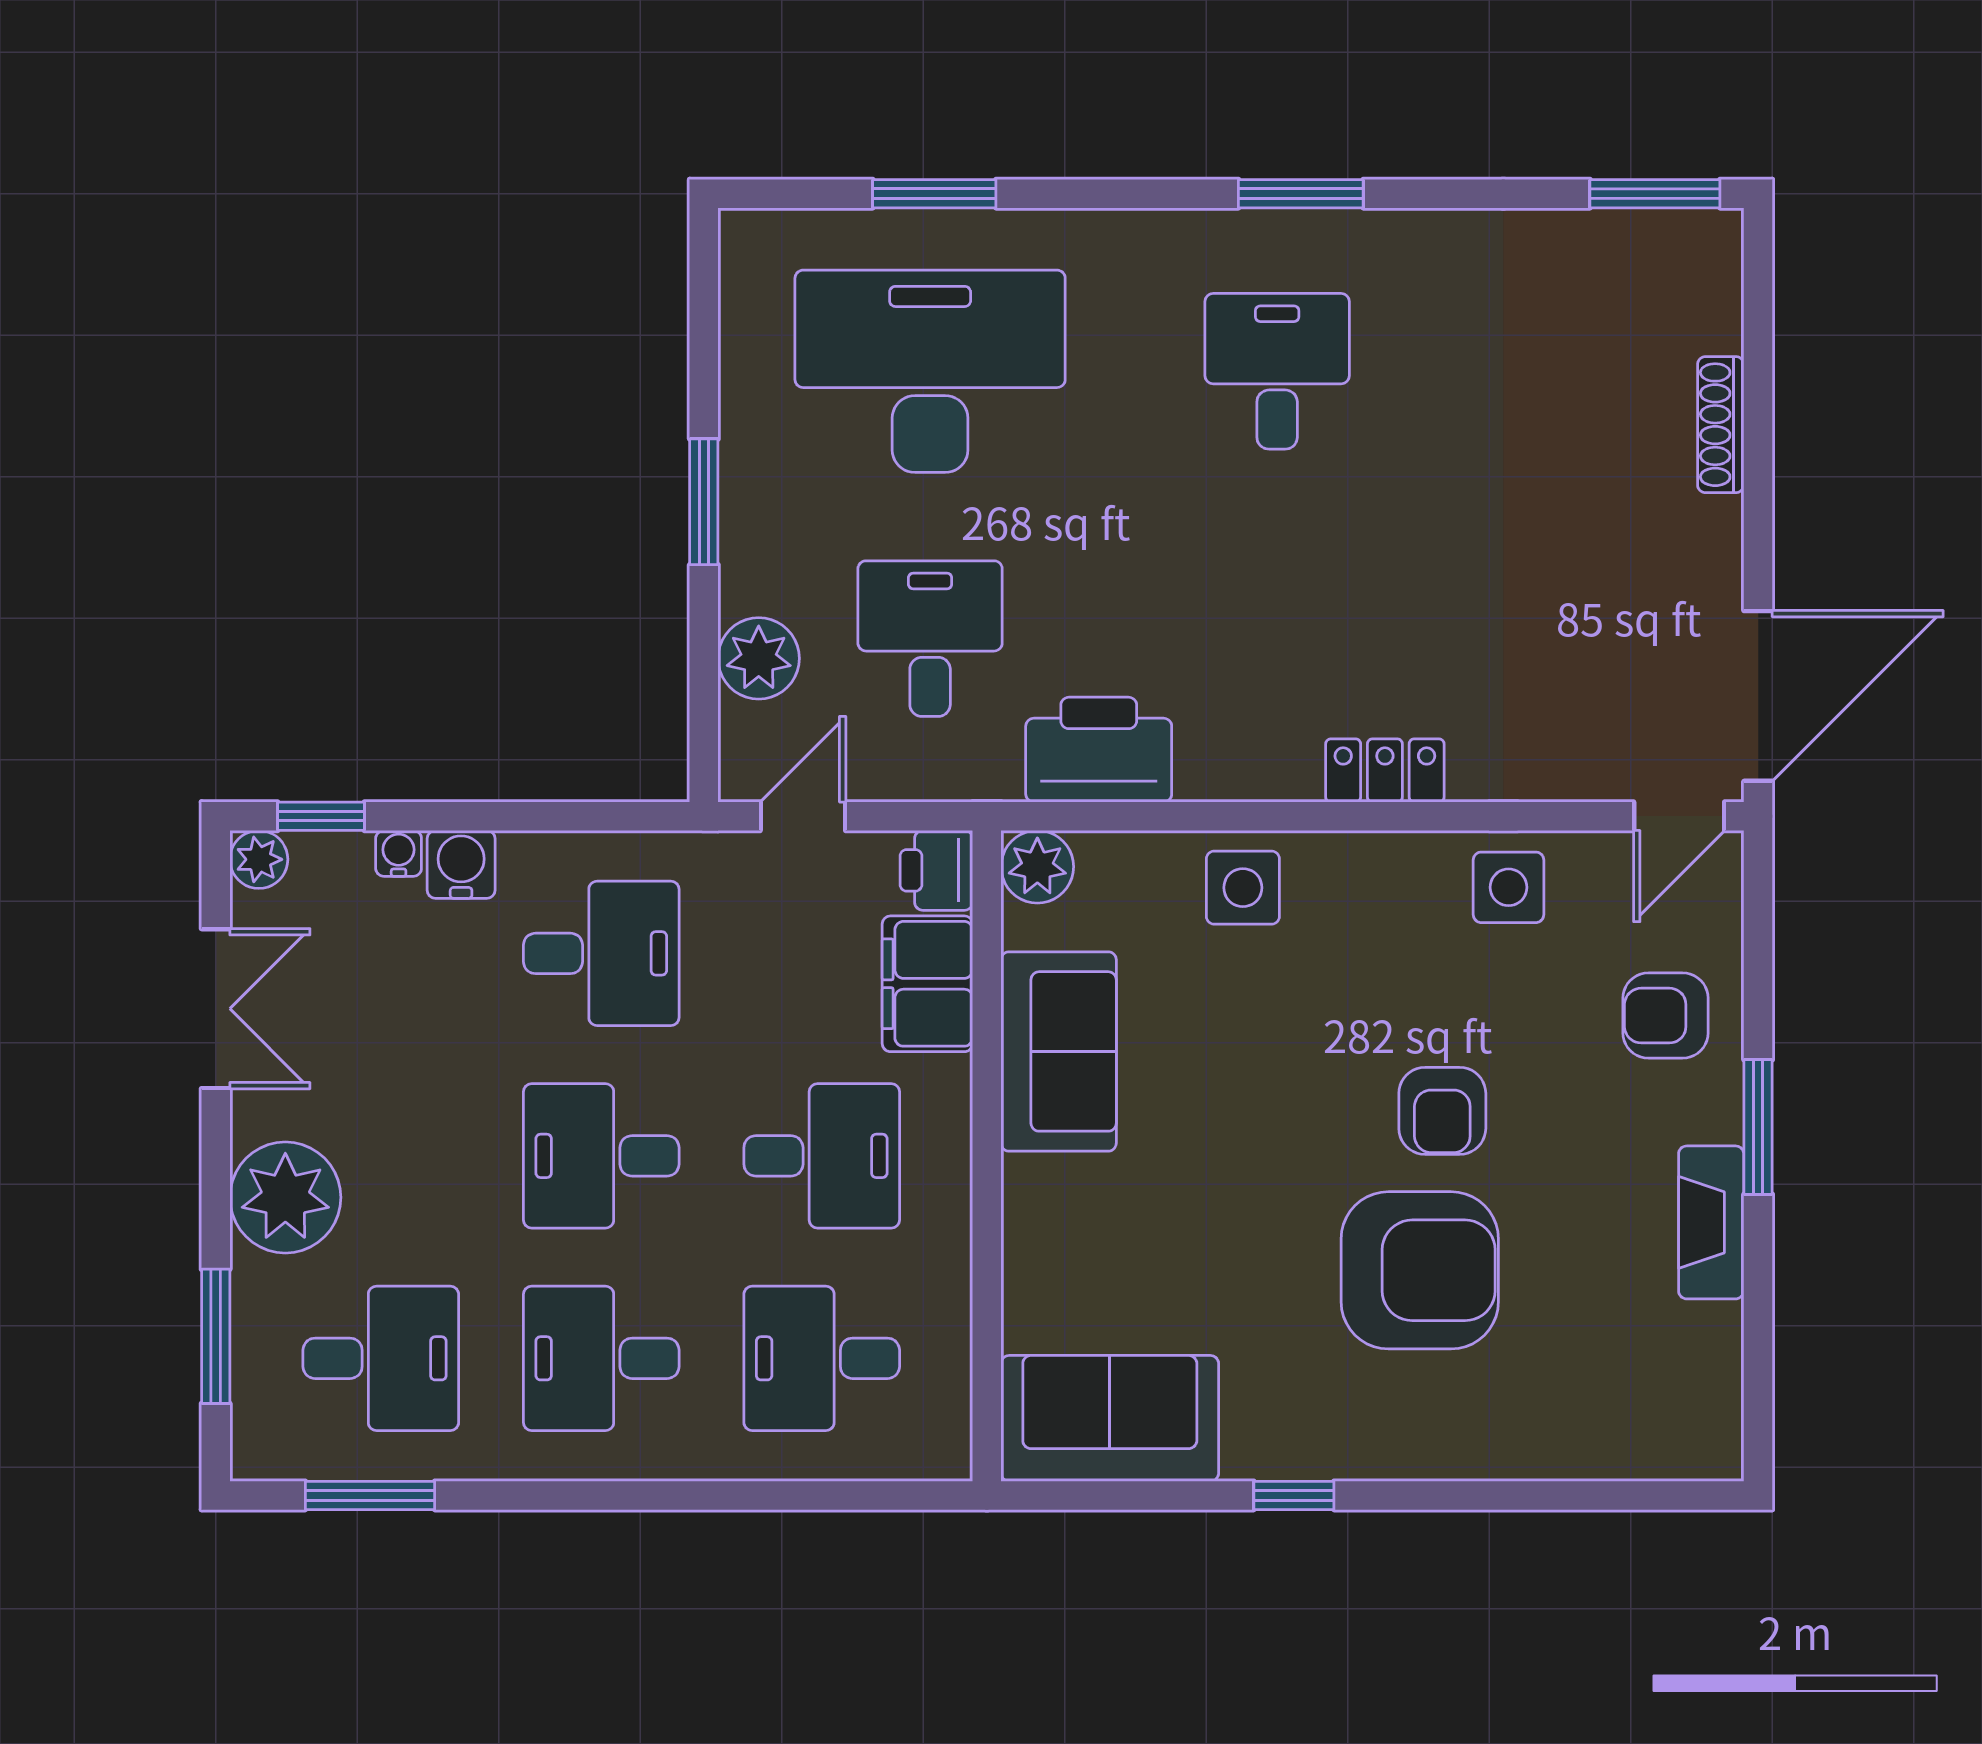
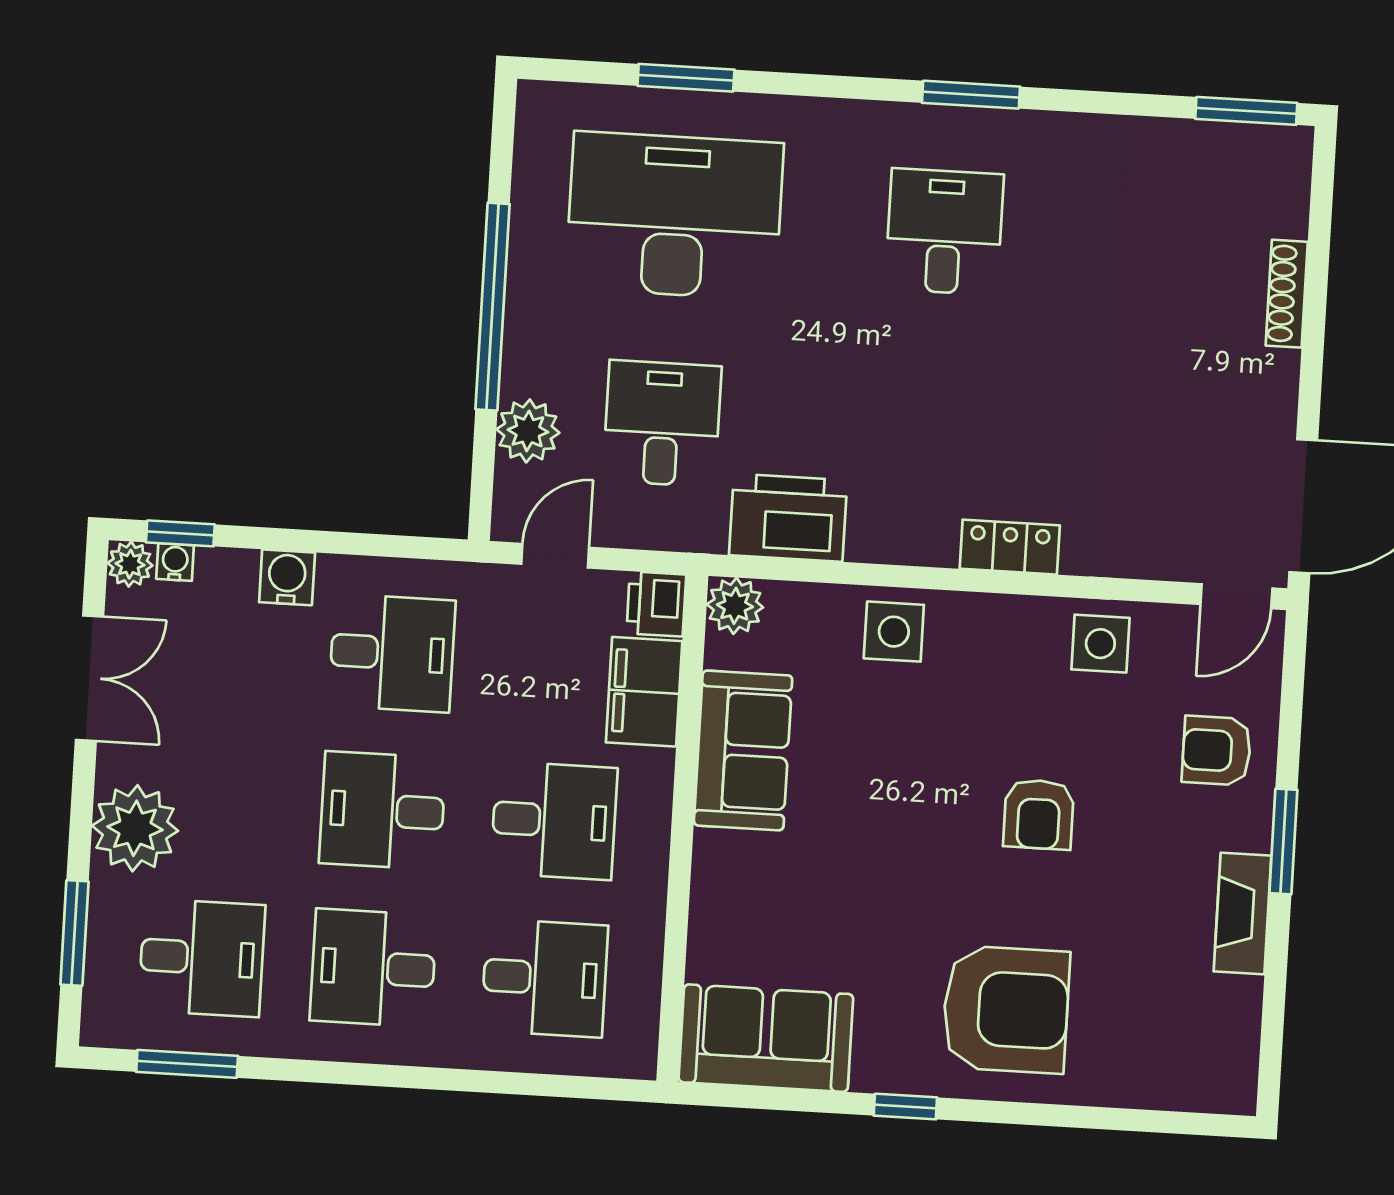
window: (704, 502) -> (493, 307), width x2.11
water cooler: (399, 853) -> (175, 562), moved
armchair: (1420, 1270) -> (1006, 1009), moved
desk: (822, 1358) -> (545, 978), turned 180

